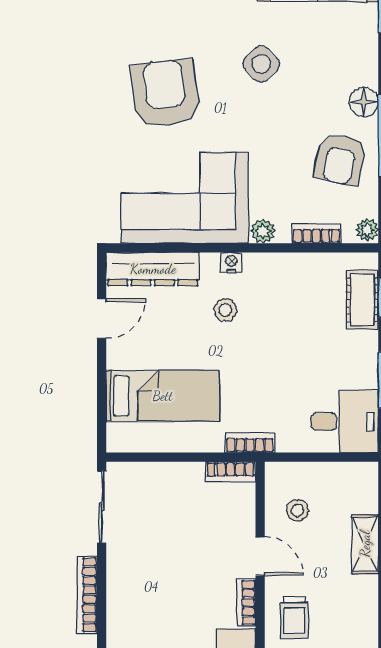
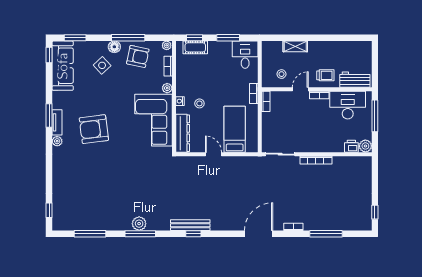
side table: (261, 64) -> (102, 65), moved
armchair: (165, 93) -> (94, 129), moved
door: (102, 319) -> (213, 154), moved

